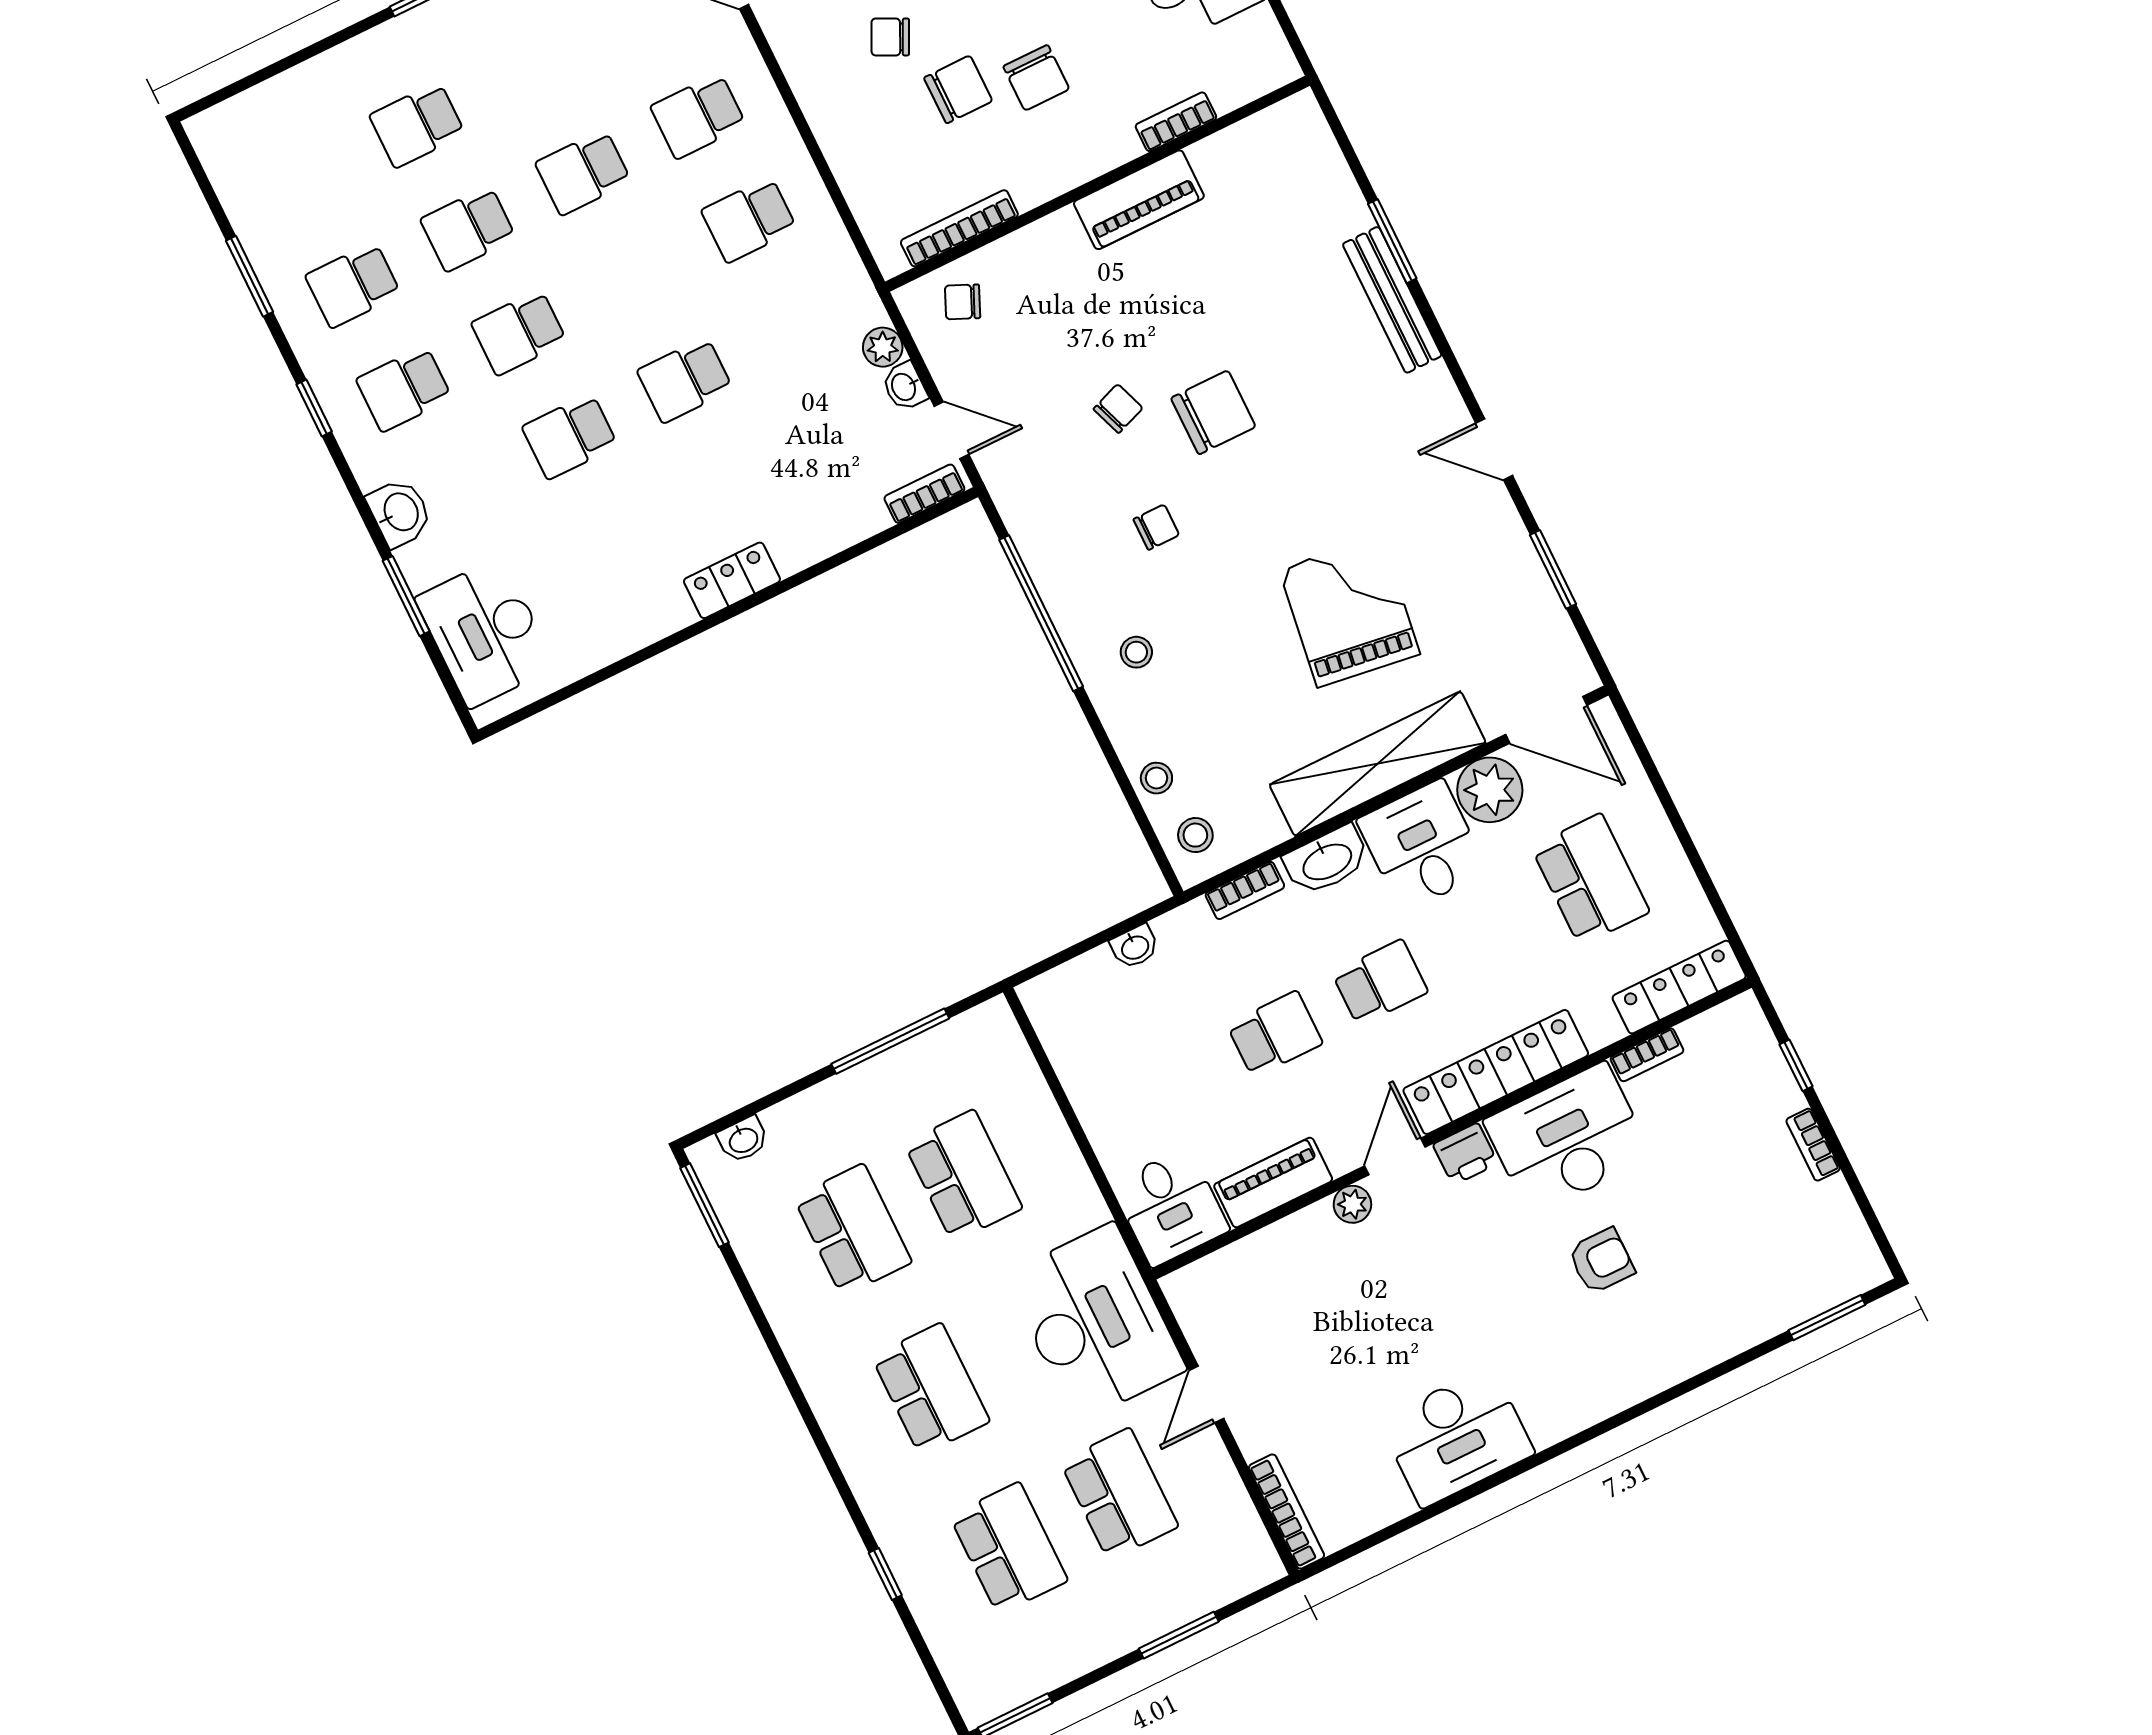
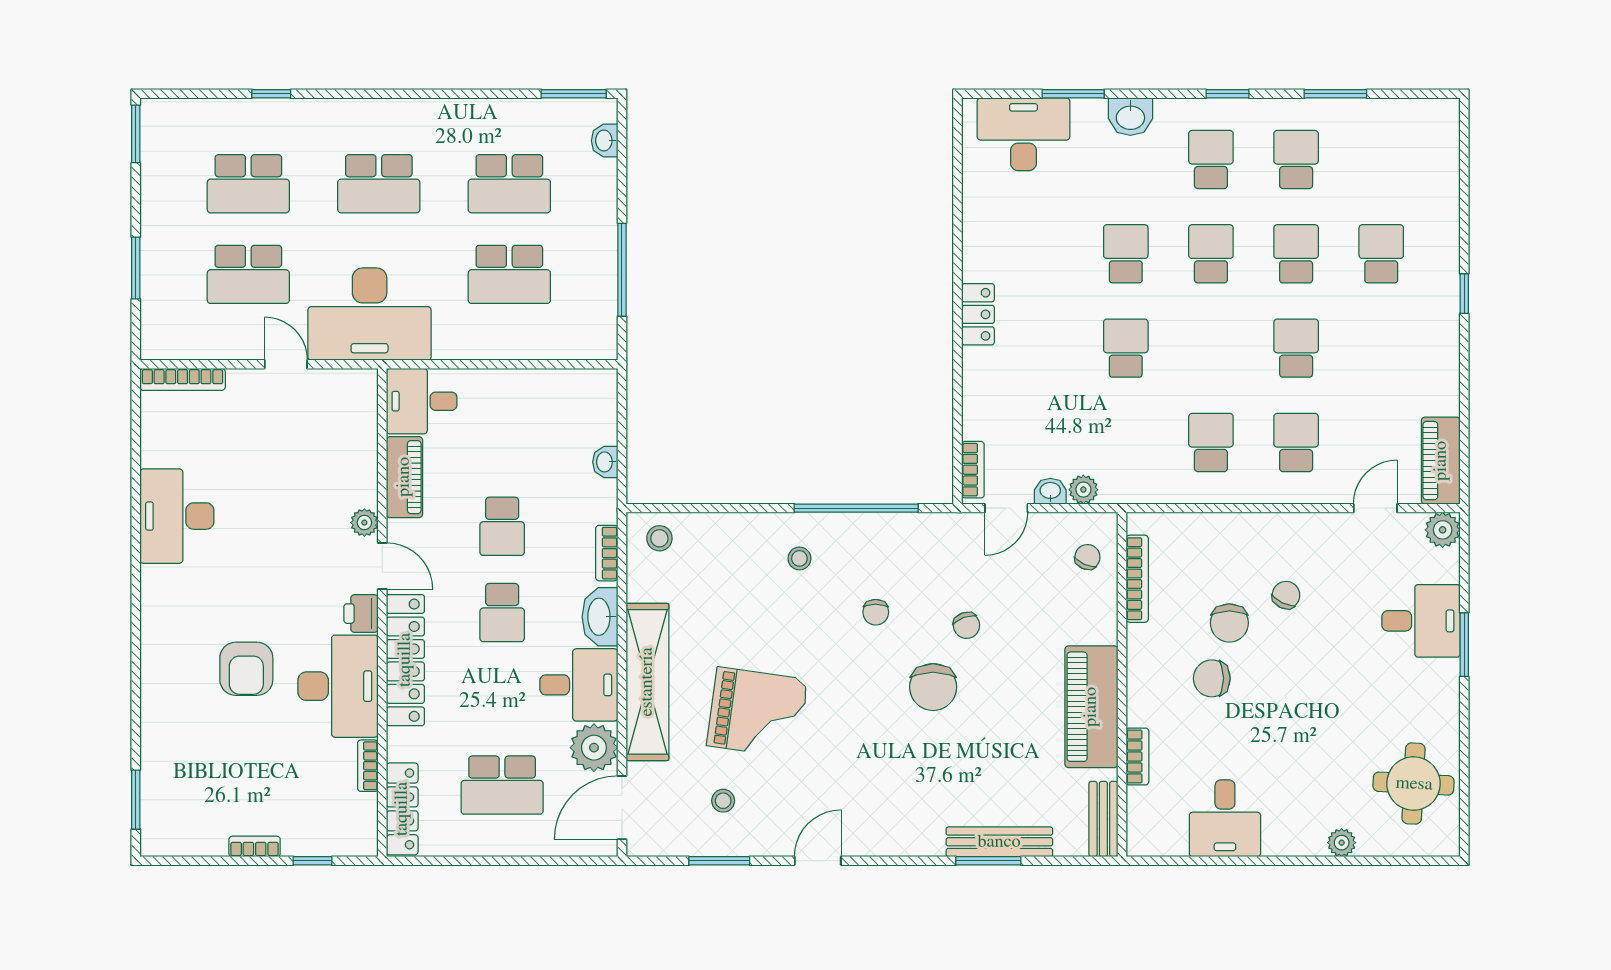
bench: (1273, 126) -> (1103, 819), added
piano: (1139, 200) -> (1091, 707), width x1.37, depth x1.33
bench: (1392, 300) -> (999, 842), moved
stool: (1156, 778) -> (723, 801), moved
armchair: (1601, 1261) -> (246, 669), width x1.38, depth x1.38

